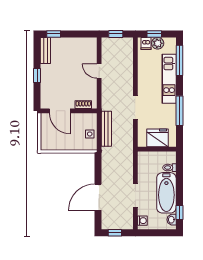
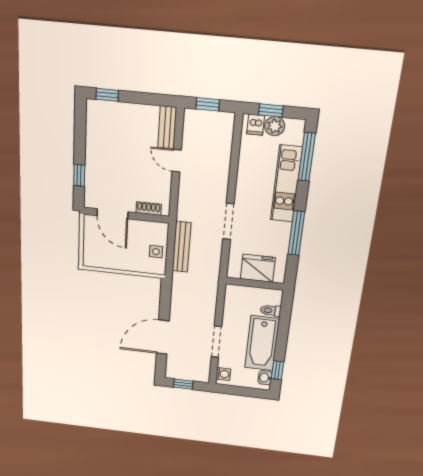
bench: (45, 50) -> (167, 127), moved
window: (37, 76) -> (79, 175), moved

